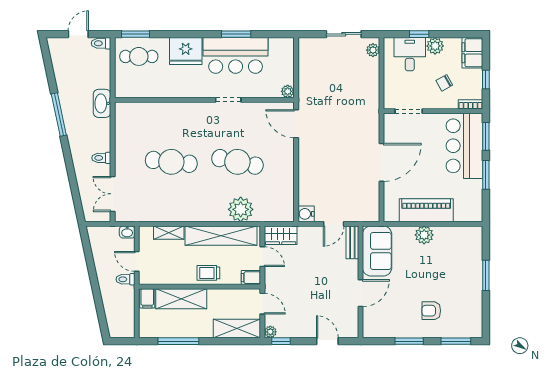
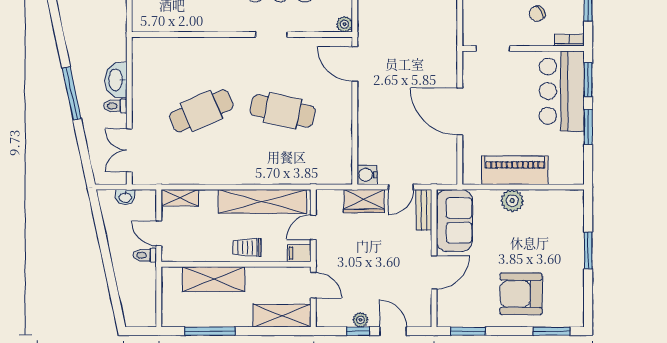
washbasin: (102, 103) -> (116, 80), moved
window: (59, 115) -> (72, 93), moved
cafe table: (171, 162) -> (201, 111), turned -30
door: (381, 162) -> (460, 111), swing flipped
plant: (241, 209) -> (287, 169), removed
washbasin: (127, 232) -> (125, 197), moved
shelving: (169, 233) -> (180, 198), moved
wardrobe: (281, 235) -> (364, 201), moved
door: (262, 257) -> (313, 227), swing flipped
filing cabinet: (147, 298) -> (172, 279), removed
armchair: (431, 311) -> (521, 294), width x1.88, depth x1.88
plant: (270, 332) -> (360, 320), moved
window: (281, 341) -> (358, 331), moved
window: (409, 341) -> (468, 331), moved

